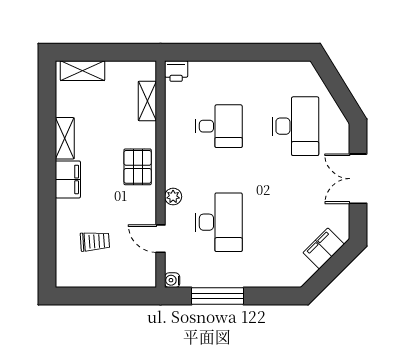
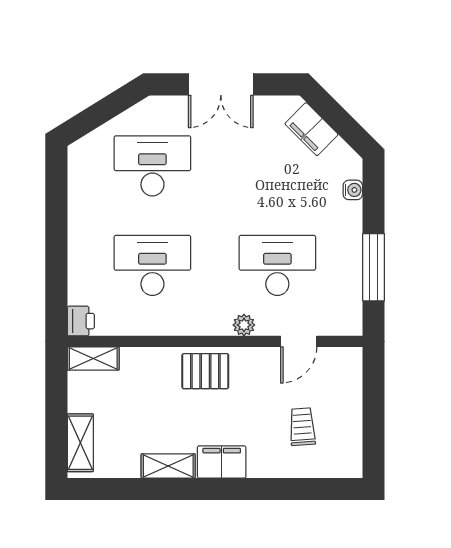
shelving: (147, 101) -> (93, 359), moved
desk: (219, 126) -> (152, 265), width x1.37
water cooler: (172, 280) -> (353, 190), moved, turned -90

